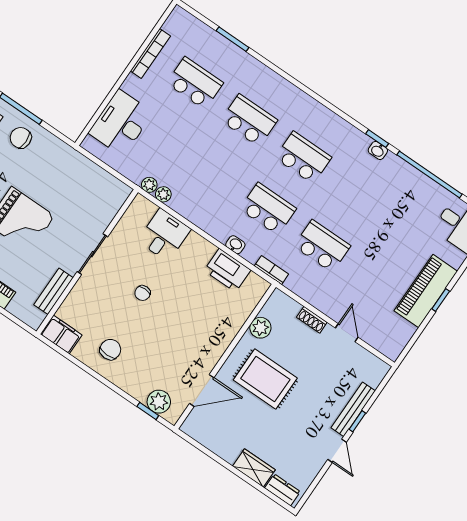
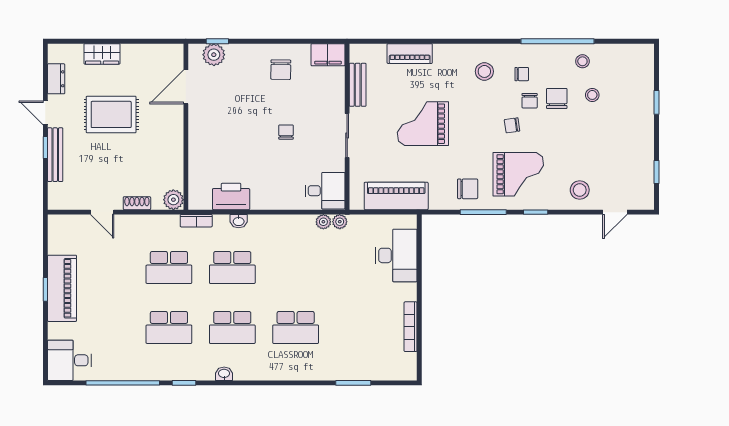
school desk: (195, 83) -> (169, 327), moved
washbasin: (378, 150) -> (224, 374), moved
piano: (86, 174) -> (396, 196), added
desk: (164, 235) -> (325, 191), moved, turned -90
plant: (260, 328) -> (173, 200), moved
rug: (265, 379) -> (111, 114), moved
dresser: (282, 490) -> (56, 79), moved, turned -90

